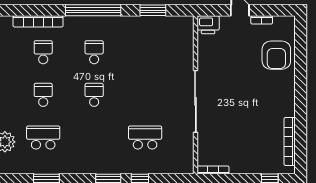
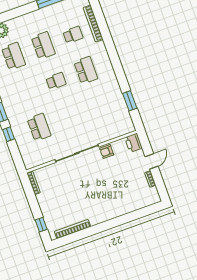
window: (93, 10) -> (115, 59), removed
school desk: (94, 52) -> (86, 70), width x1.85
armchair: (276, 55) -> (107, 152), moved, width x0.53, depth x0.53
school desk: (43, 95) -> (43, 45), width x1.85

